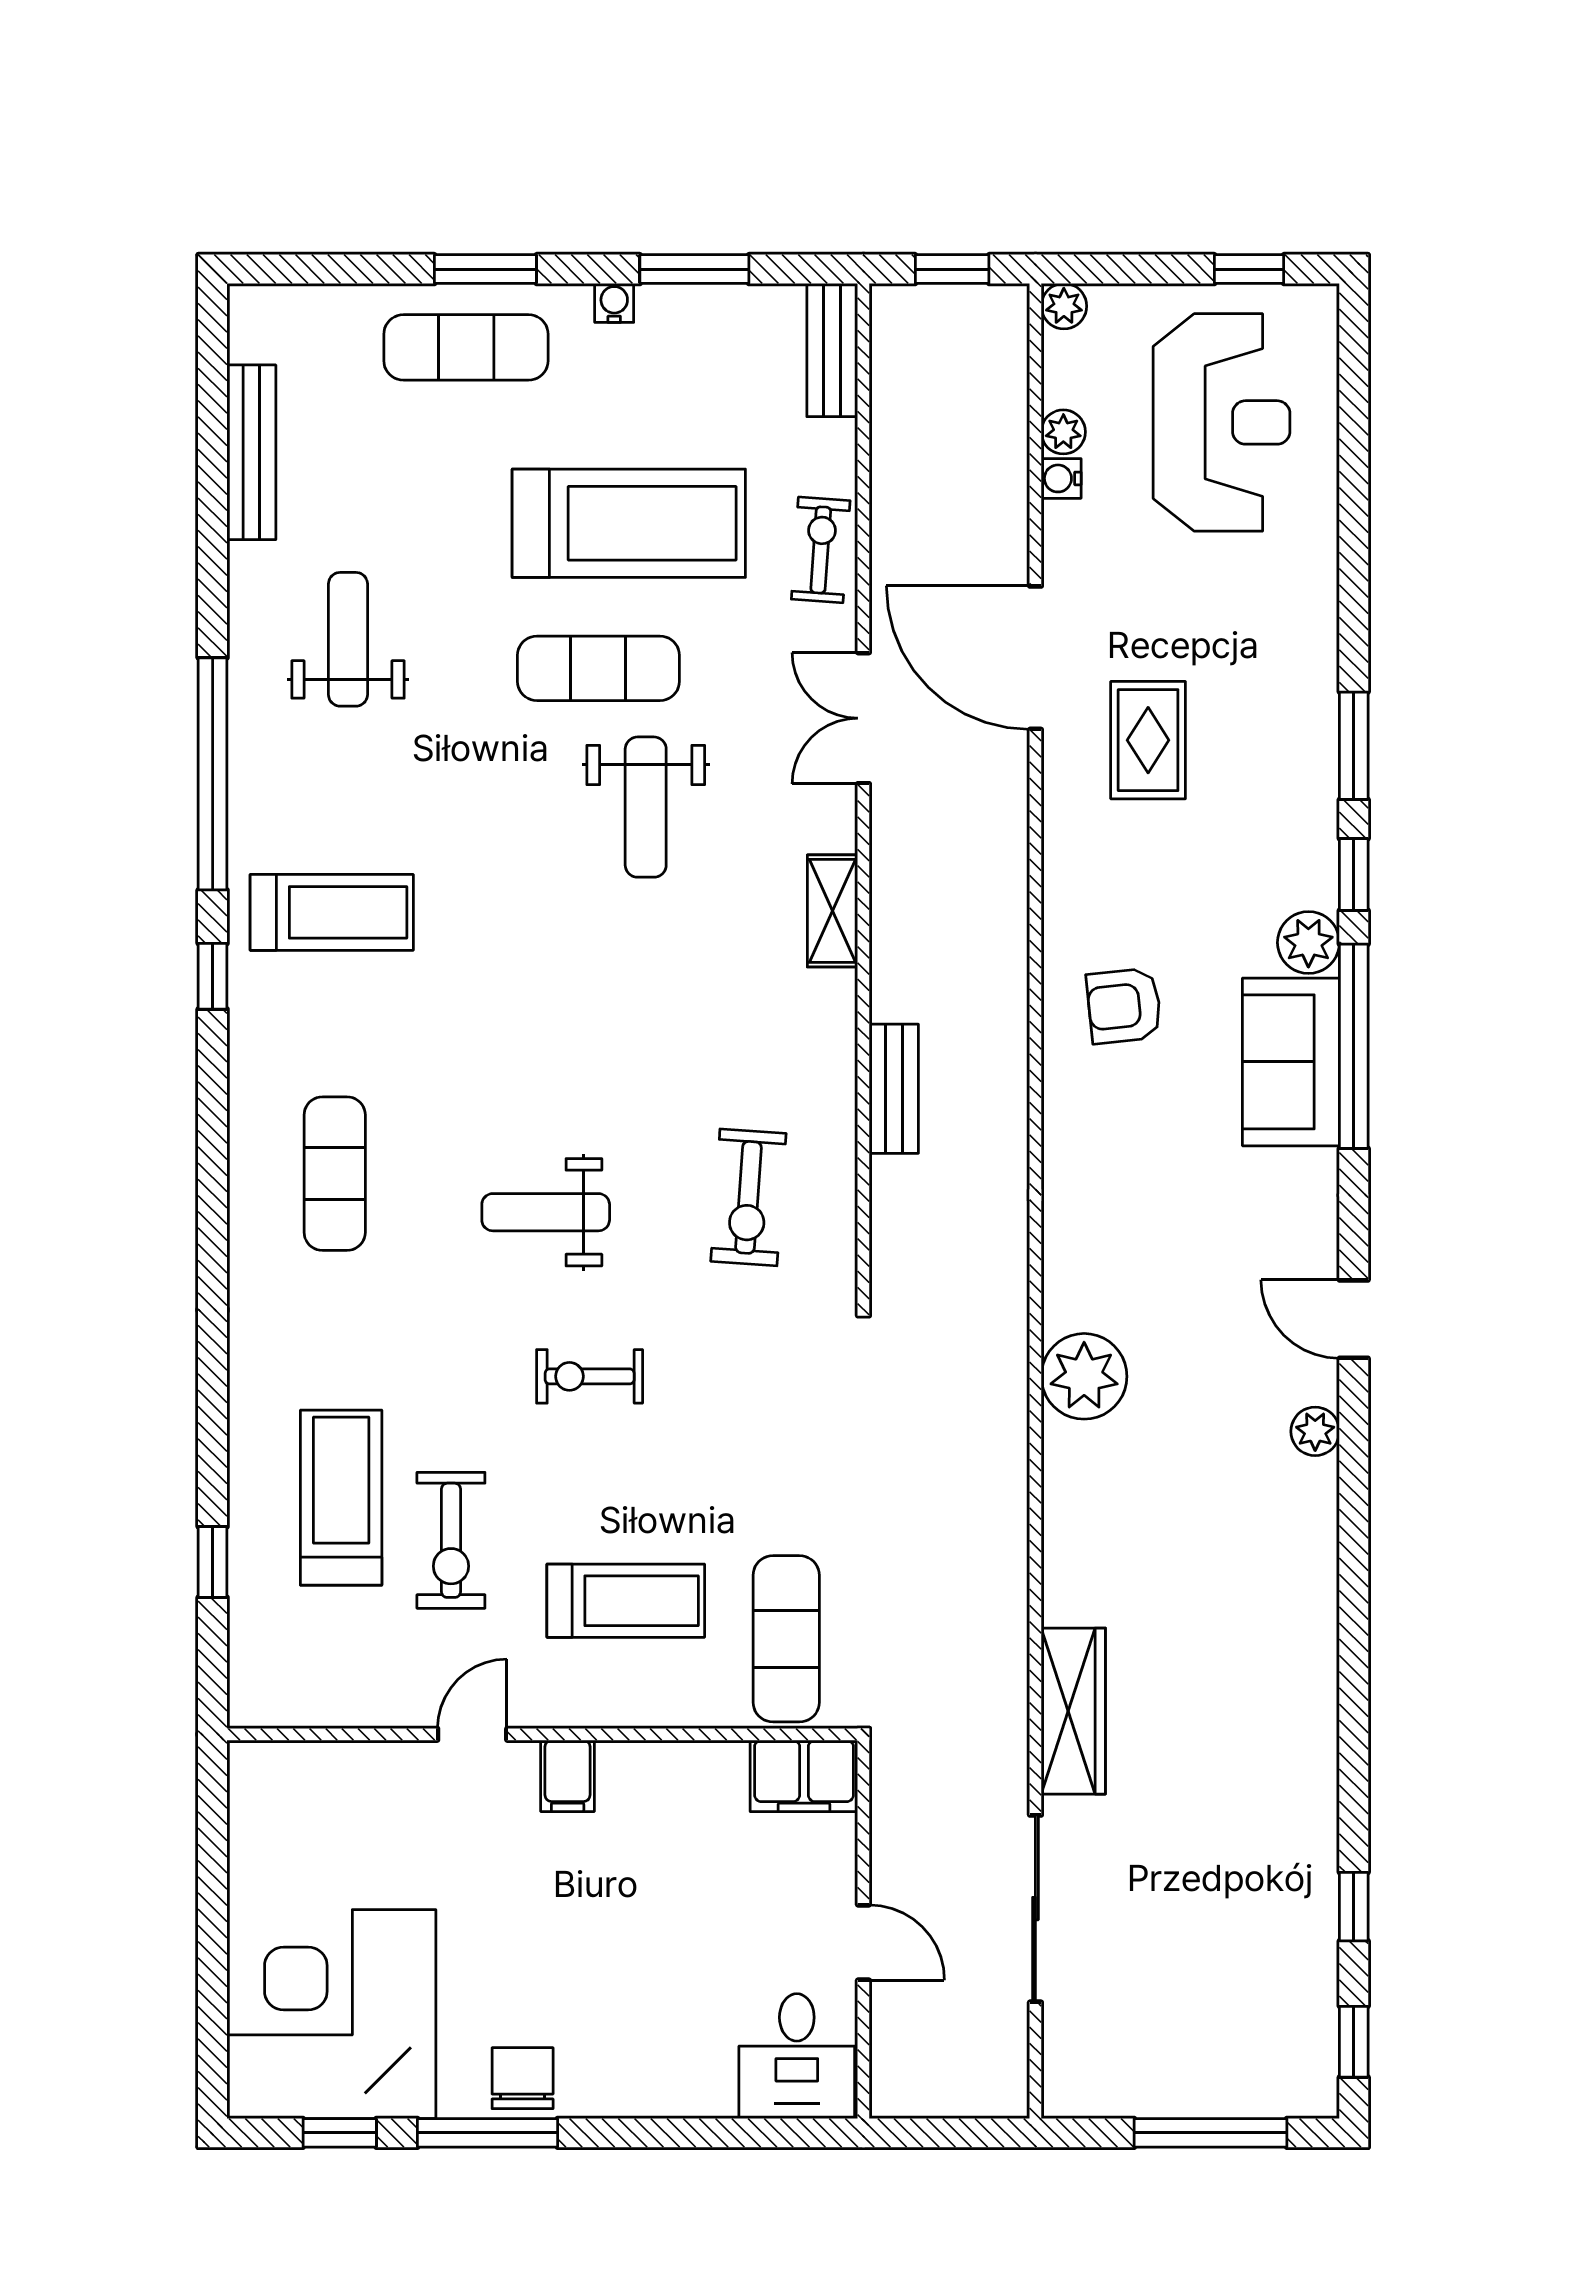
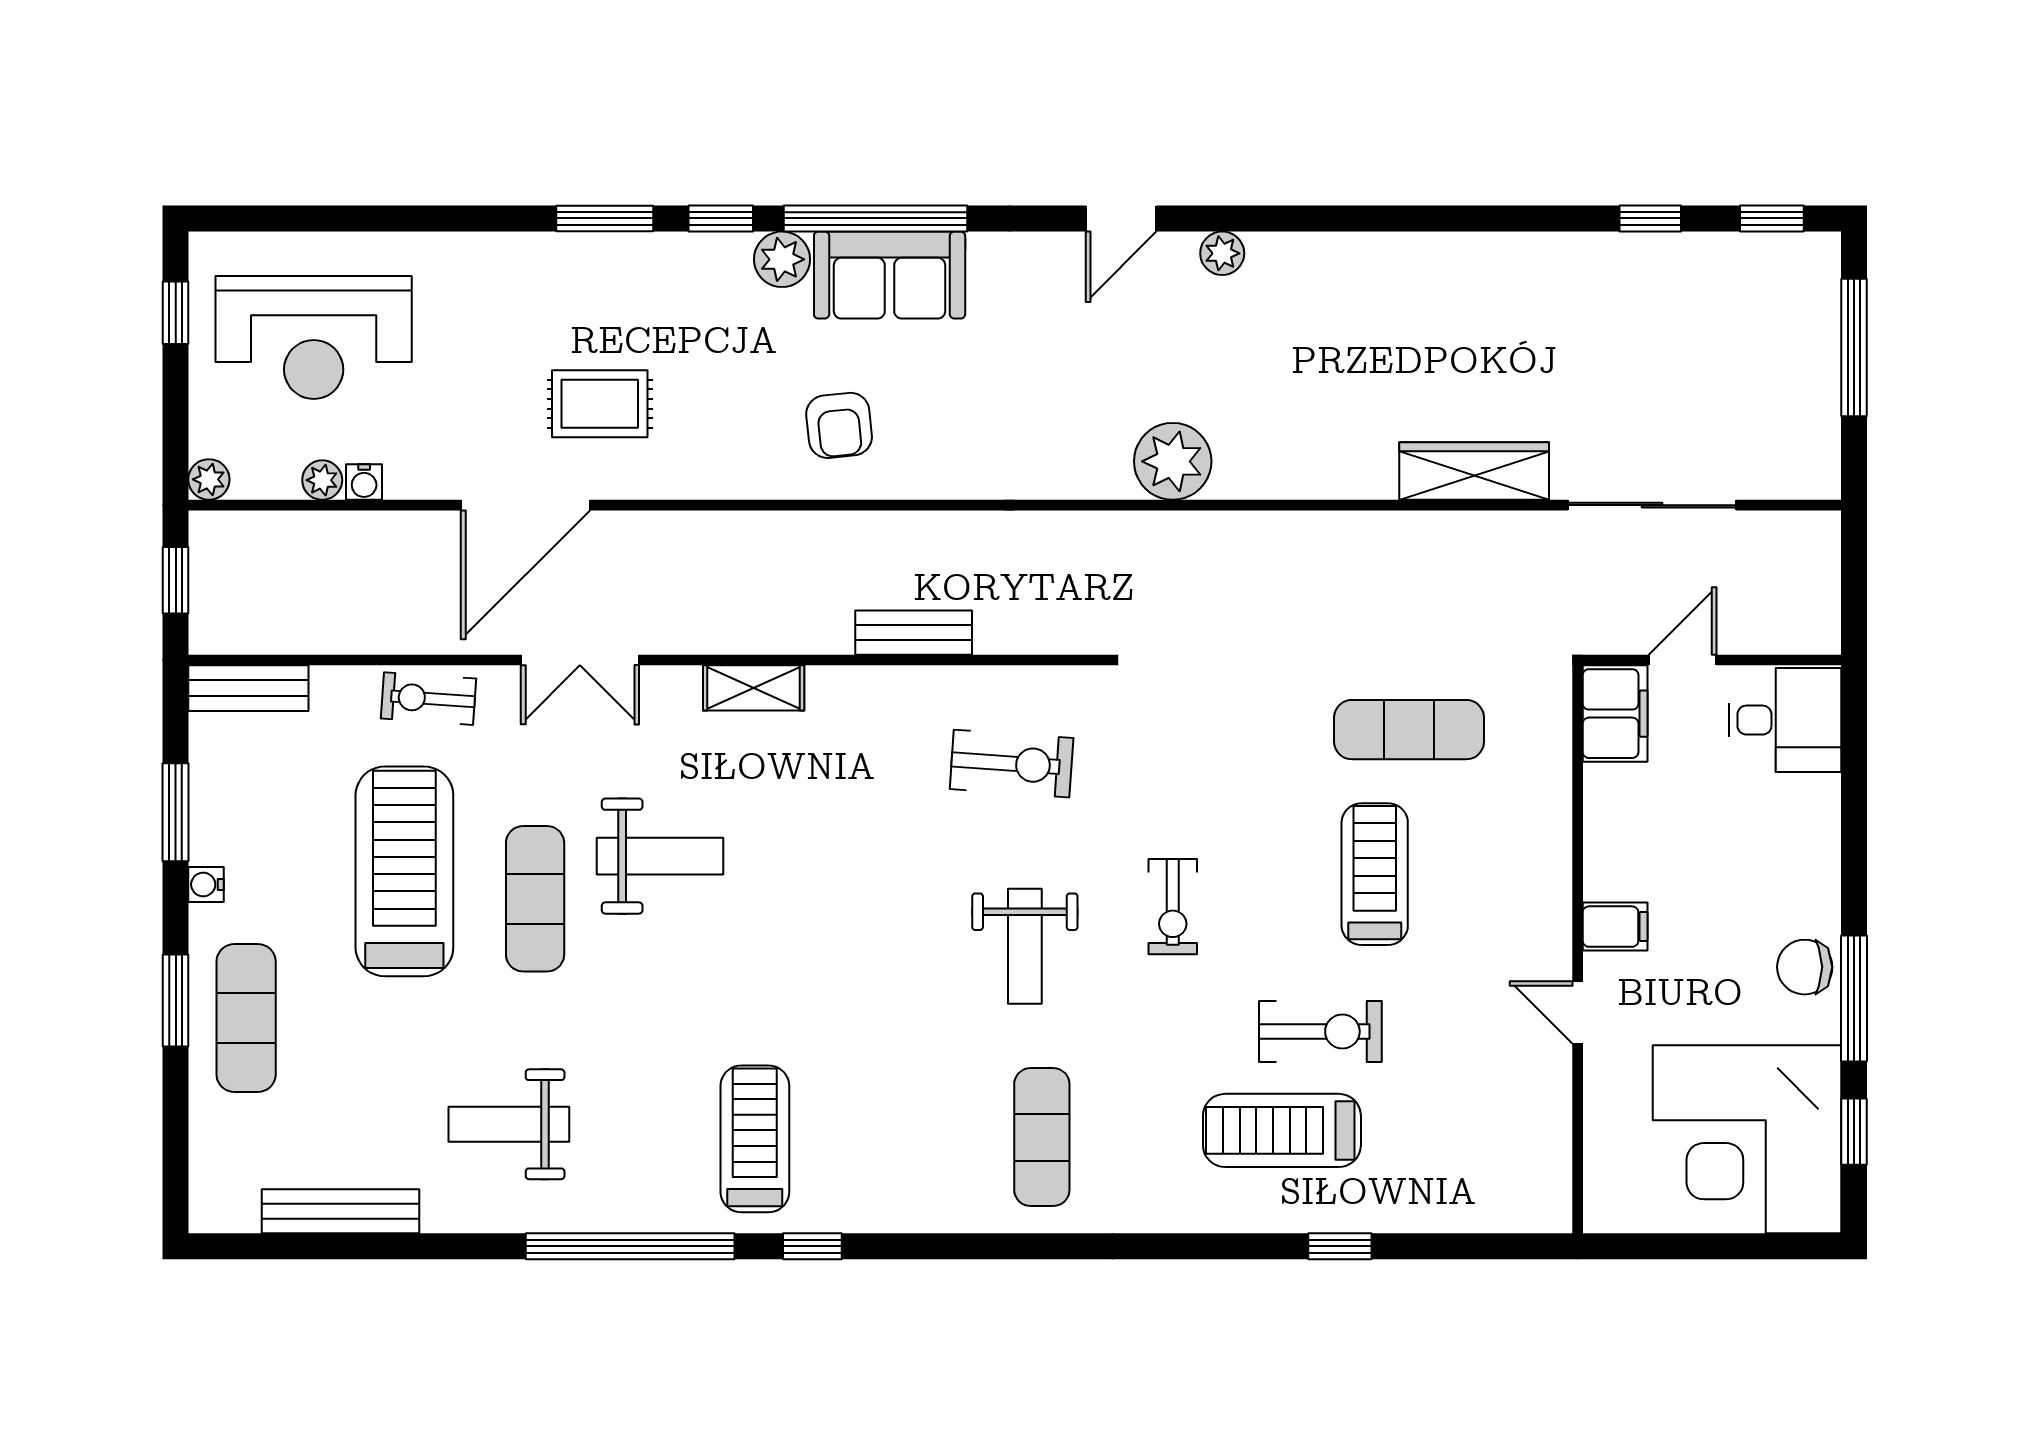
reception desk: (1222, 422) -> (314, 338), turned 180
exercise mat: (335, 1174) -> (1042, 1137), moved, turned 90
door: (472, 1734) -> (1578, 1012), moved
wall: (542, 1734) -> (1578, 949), moved
filing cabinet: (568, 1776) -> (1615, 927), moved
filing cabinet: (804, 1776) -> (1615, 714), moved

